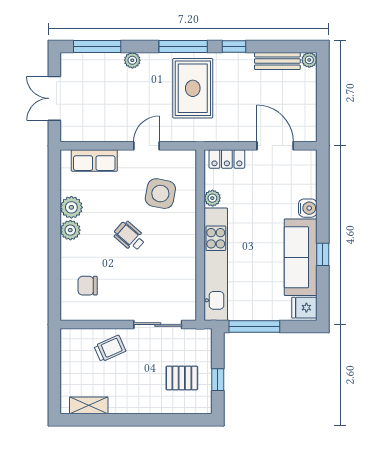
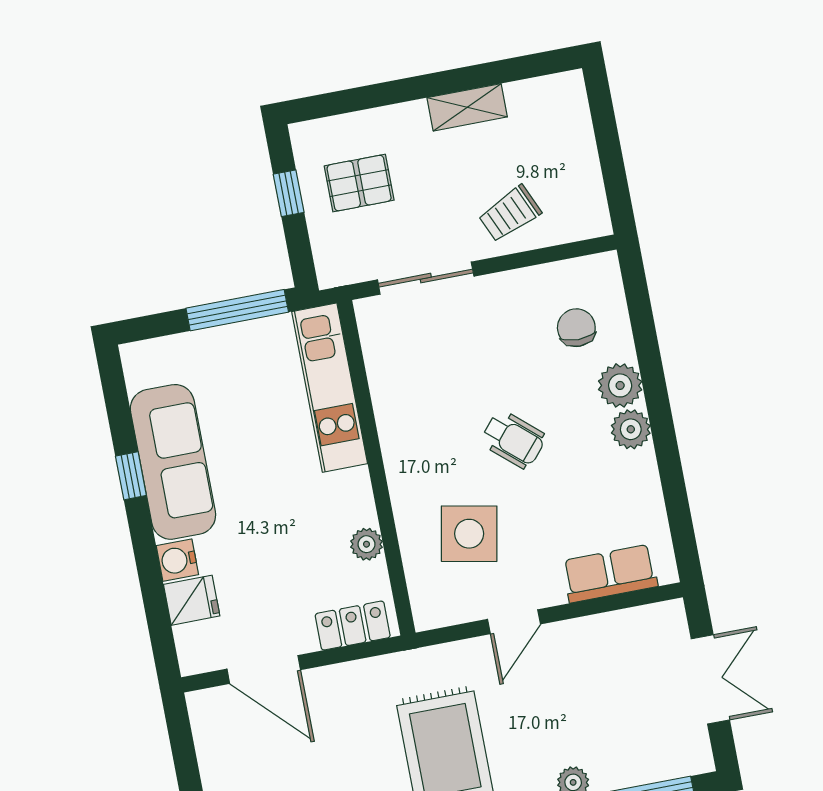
plant: (71, 207) -> (620, 385), moved
kitchen unit: (216, 264) -> (330, 388), width x0.73
chair: (88, 286) -> (576, 328), turned -90
fridge: (304, 308) -> (192, 600), moved
shelving: (89, 405) -> (467, 107), moved

